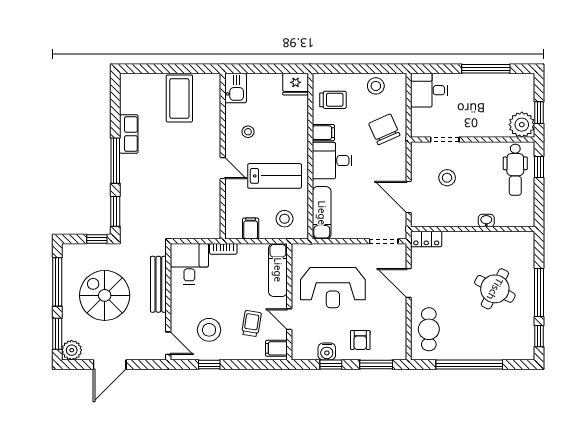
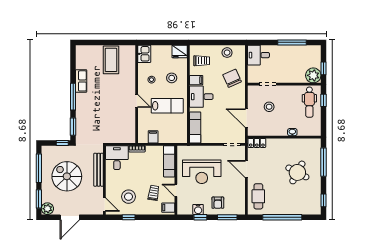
stool: (285, 219) -> (172, 78), moved
window: (539, 292) -> (323, 162), moved

